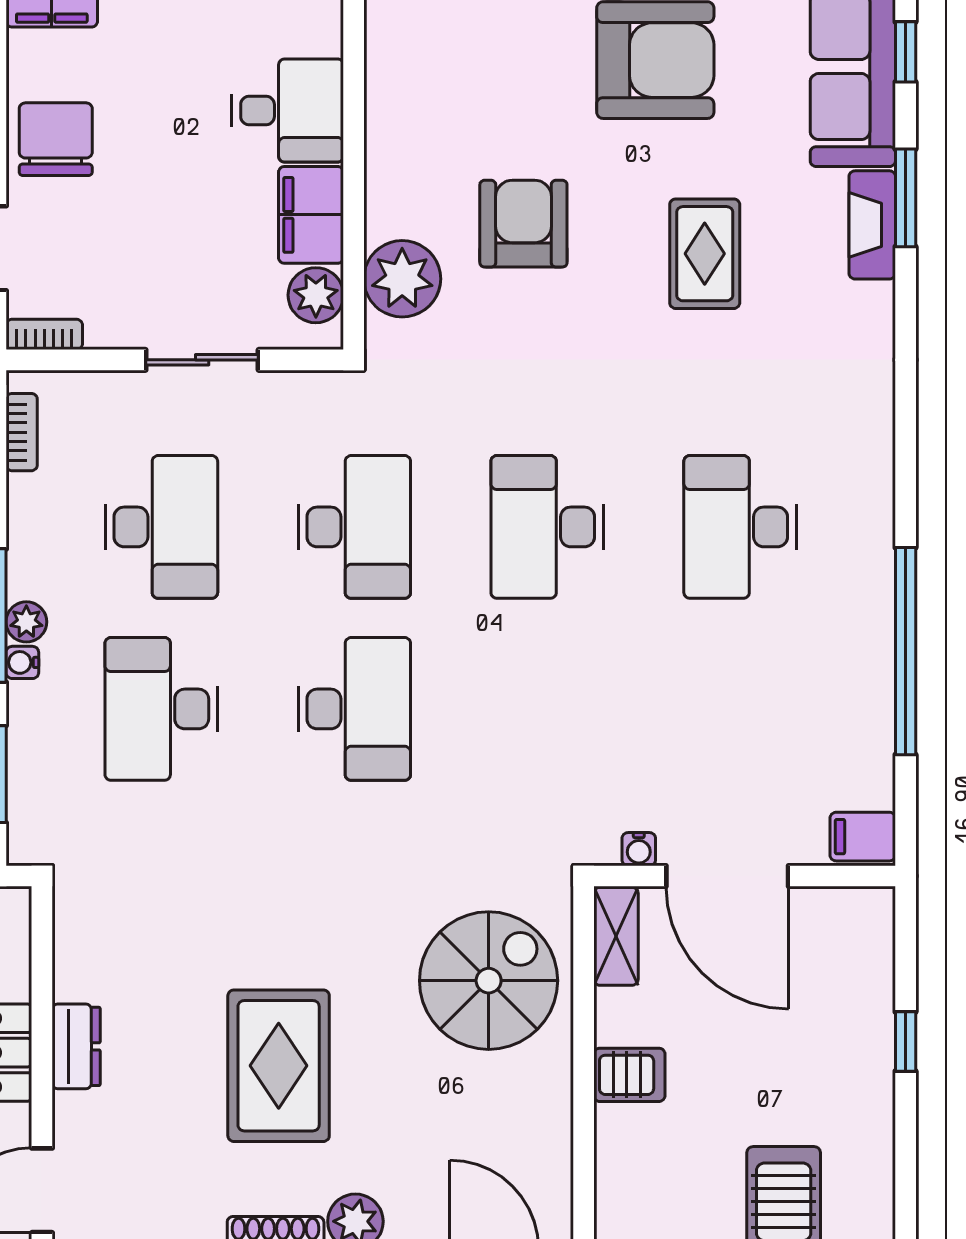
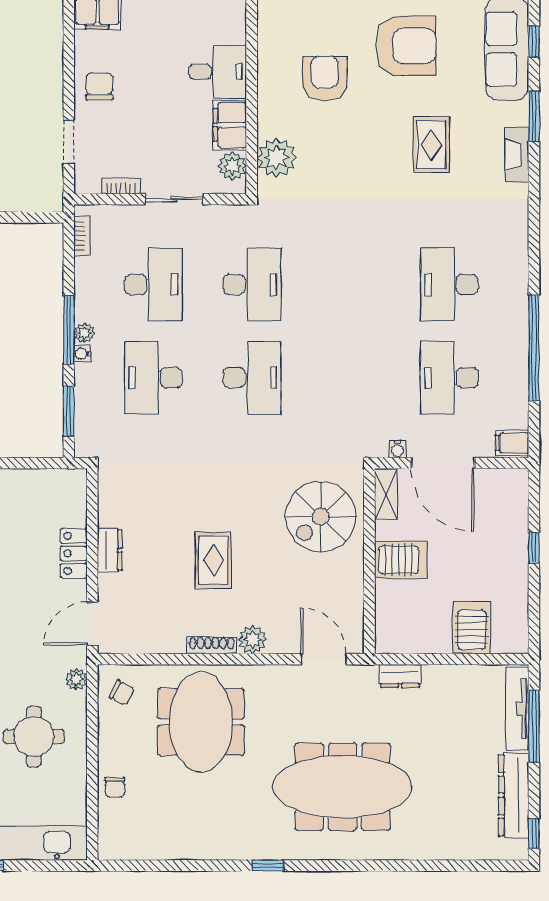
chair: (56, 139) -> (99, 86), width x0.73, depth x0.73
armchair: (523, 224) -> (325, 78), moved
fireplace: (872, 225) -> (517, 155), moved
bookcase: (44, 334) -> (121, 186), moved
desk: (547, 527) -> (449, 378), moved
spiral stairs: (489, 981) -> (321, 517), turned 180
rug: (279, 1066) -> (213, 560), width x0.73, depth x0.70
server rack: (629, 1075) -> (401, 560), width x1.36, depth x1.44

